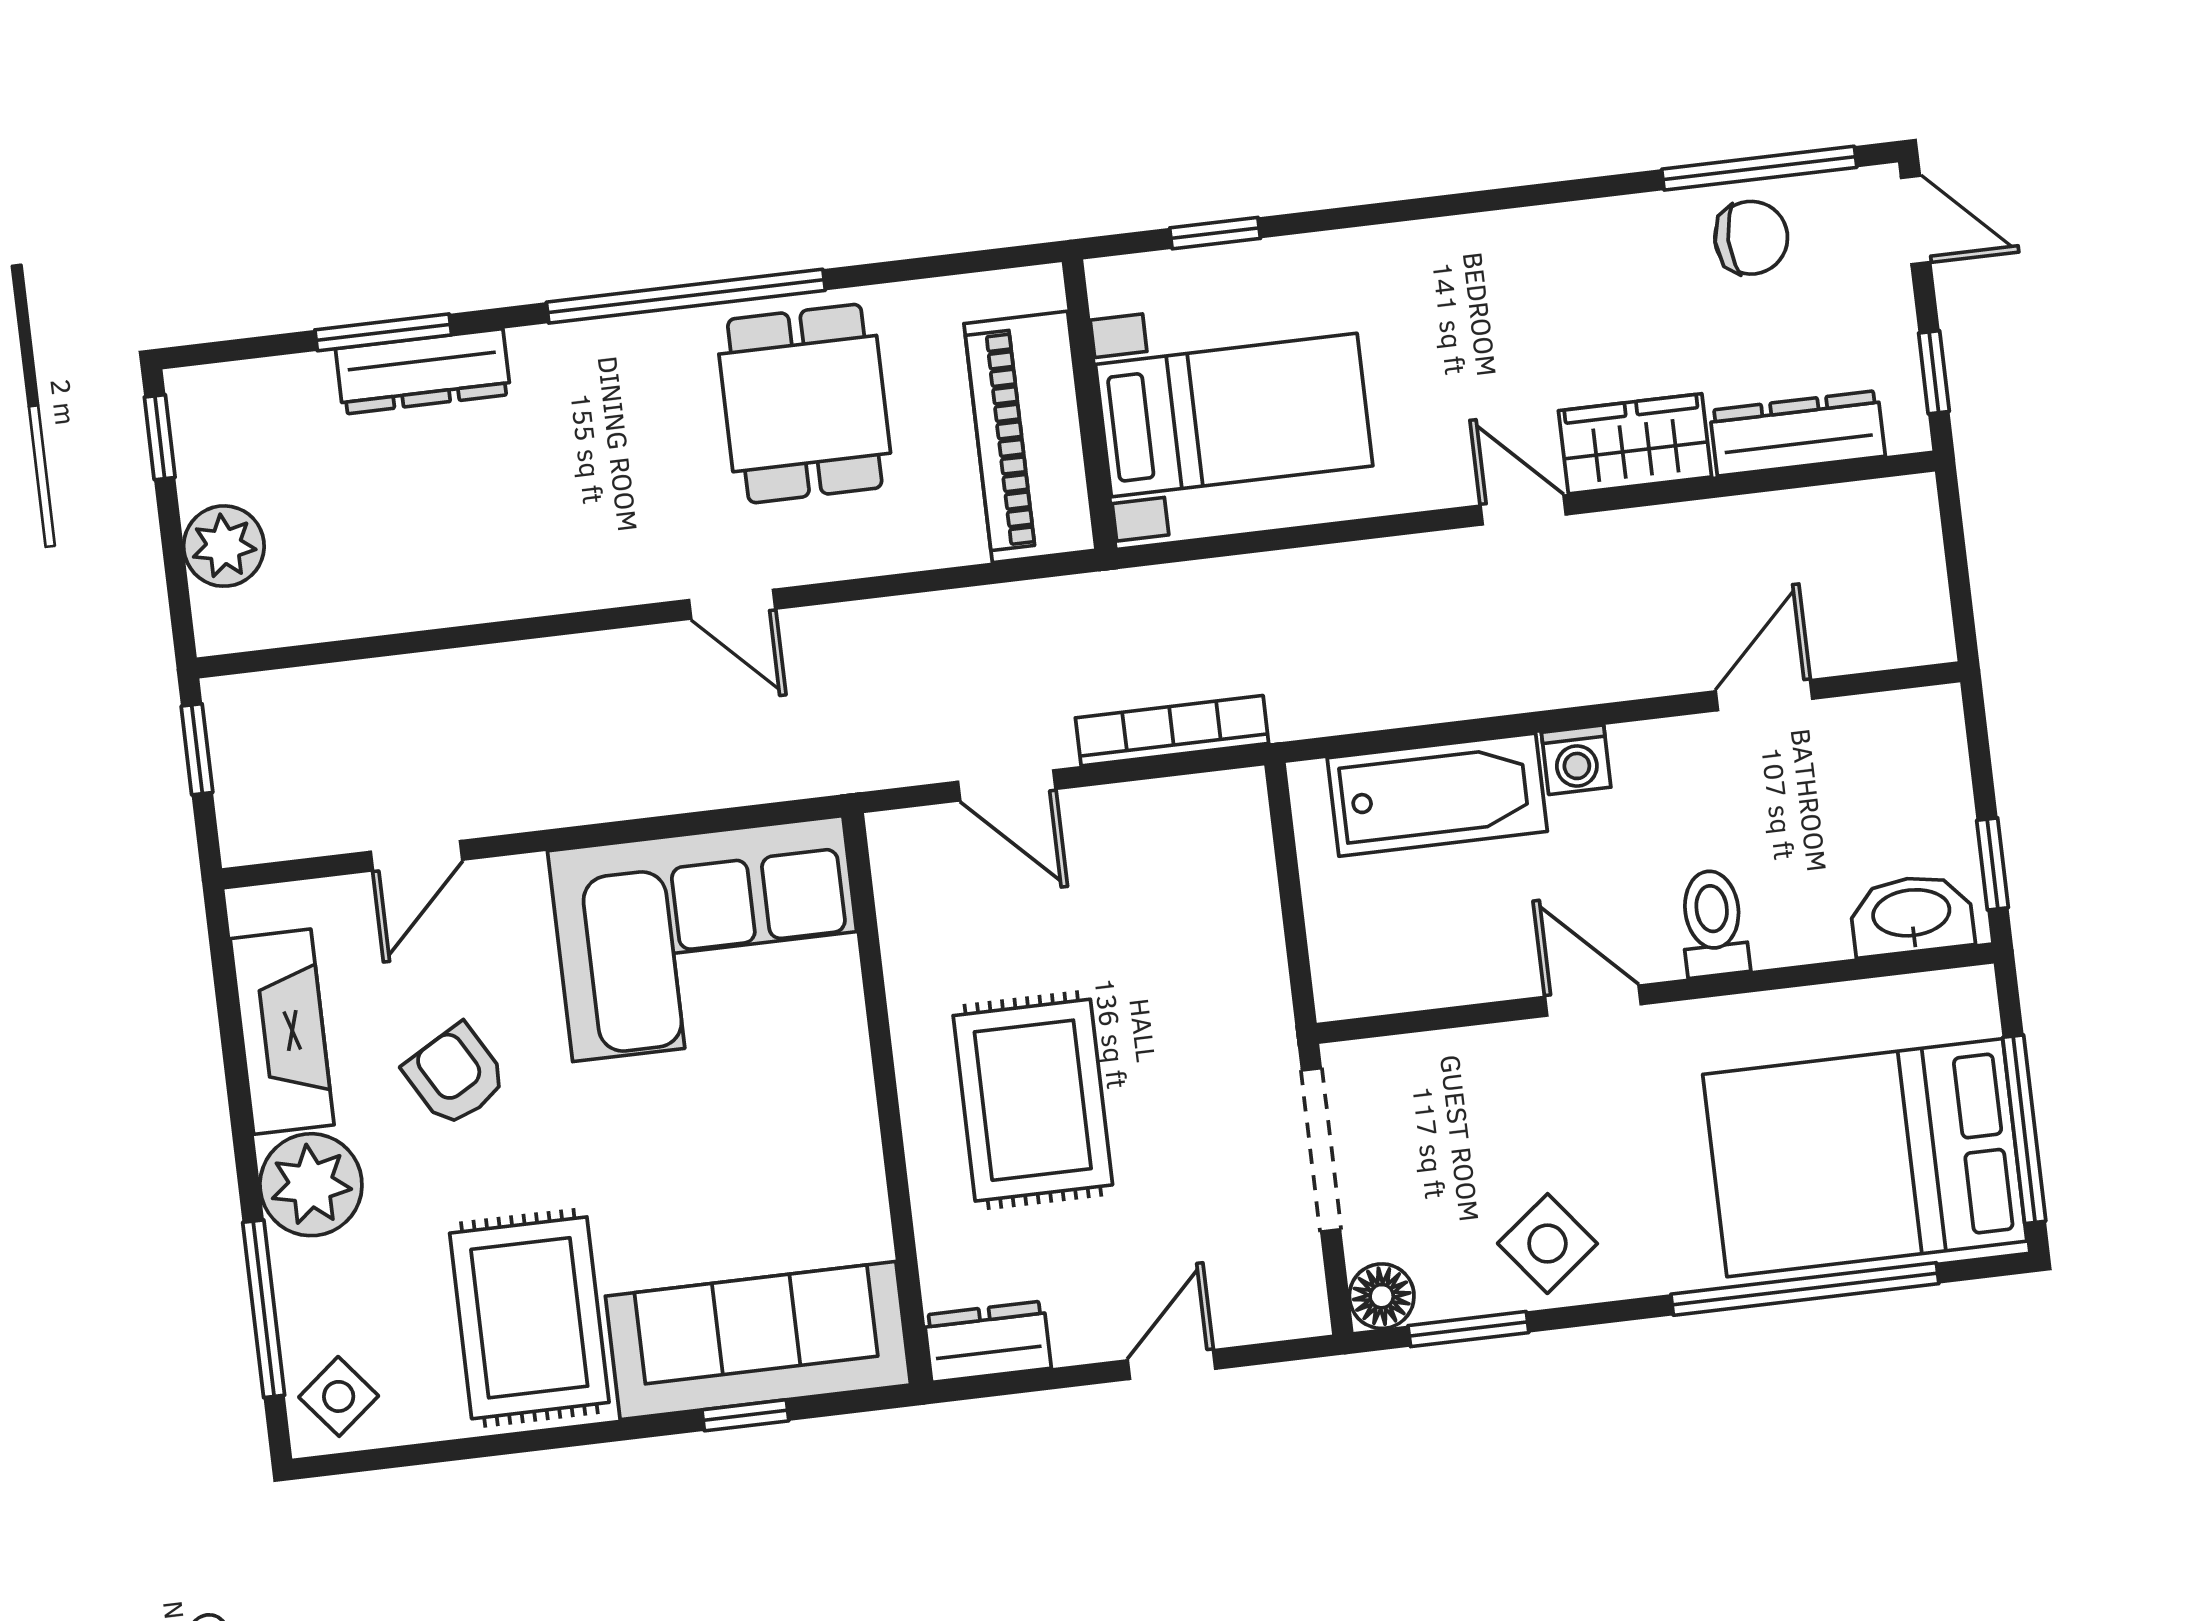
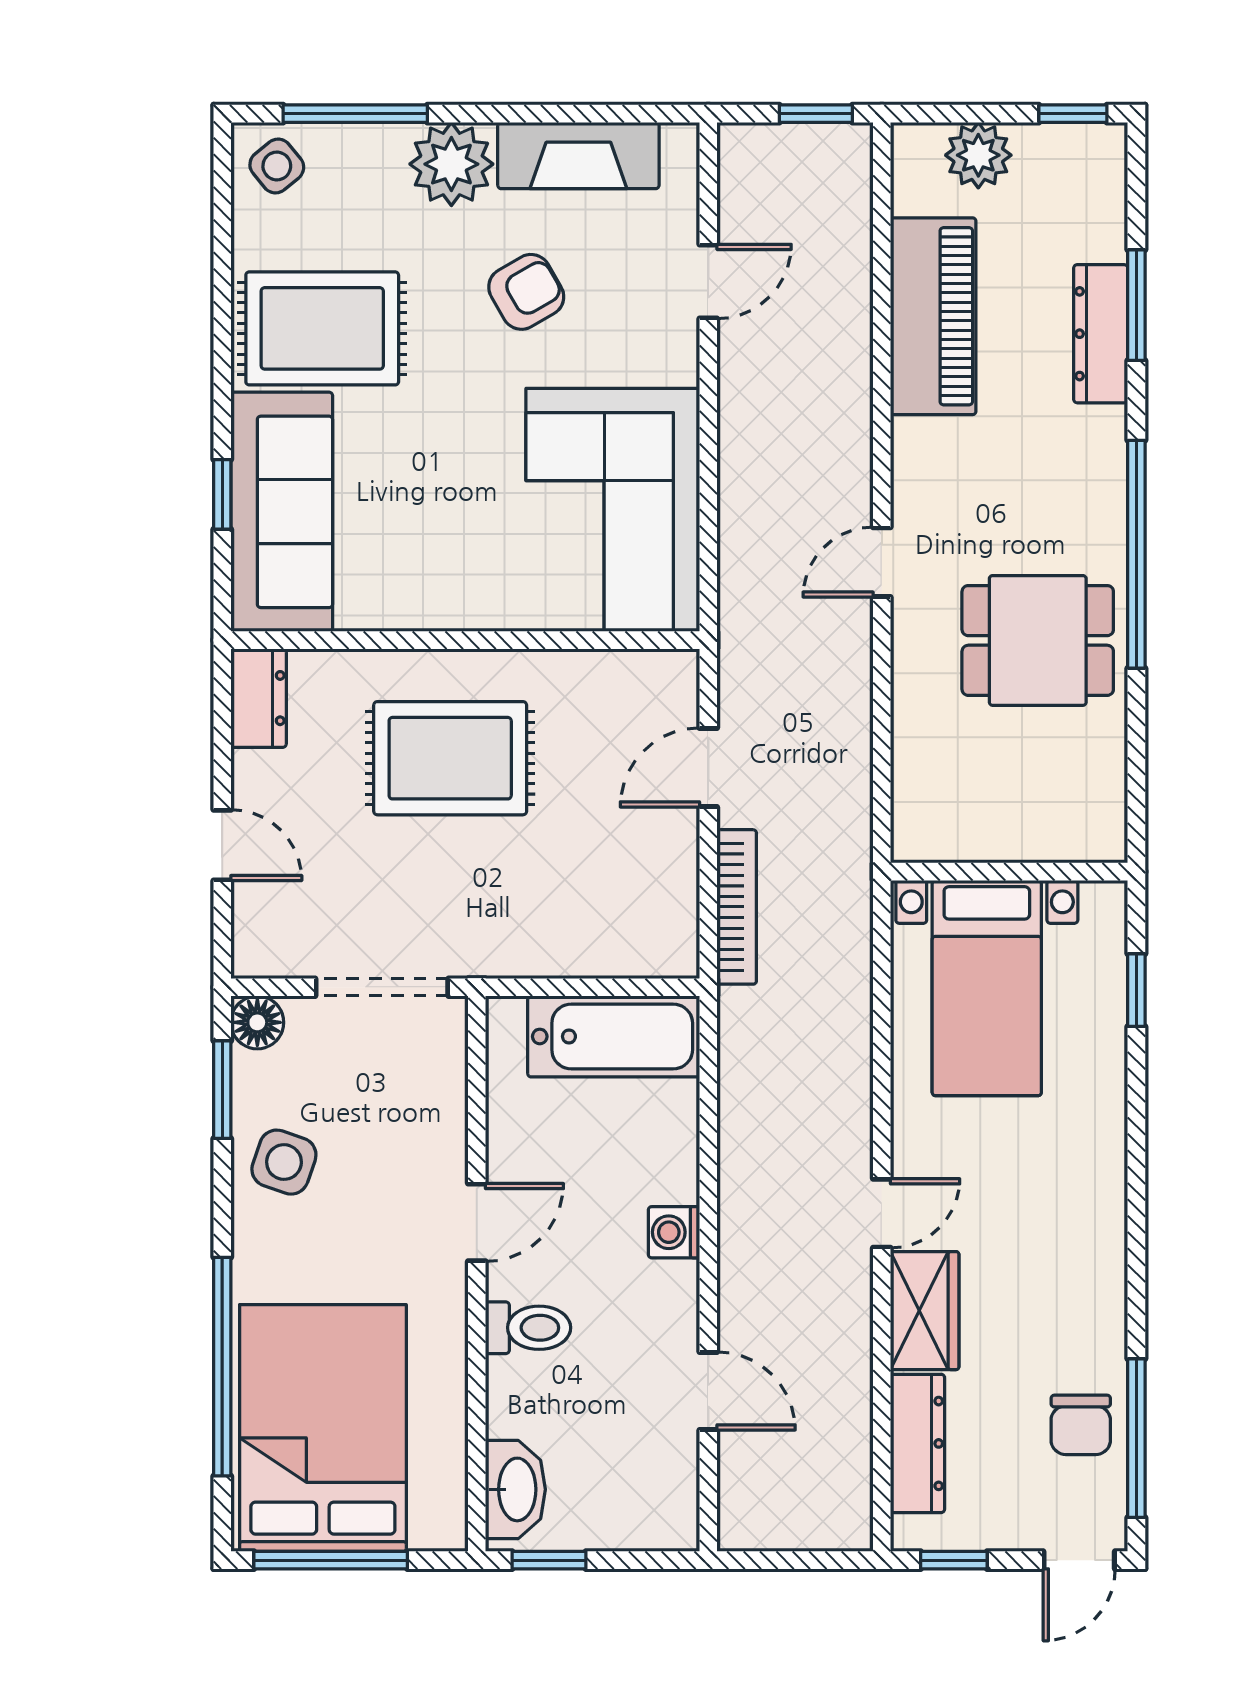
piano: (1030, 437) -> (933, 316), moved, turned 90
bathtub: (1437, 795) -> (614, 1036), moved, turned -90
door: (416, 856) -> (708, 281), swing flipped
side table: (1547, 1244) -> (284, 1162), turned -33

